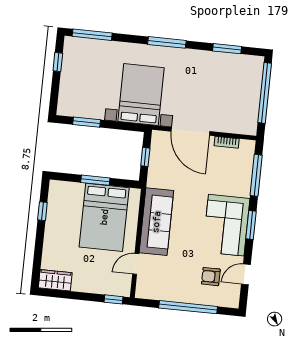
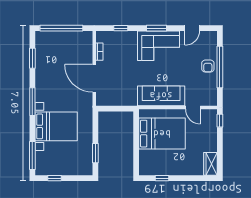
bed with nightstands: (141, 95) -> (56, 126), moved, turned 180
door: (190, 131) -> (94, 78), swing flipped
window: (145, 157) -> (116, 109), removed
window: (256, 175) -> (121, 28), width x0.46
window: (95, 180) -> (136, 143), removed
door: (246, 274) -> (192, 28), hinge flipped
armchair: (211, 277) -> (208, 66), moved

